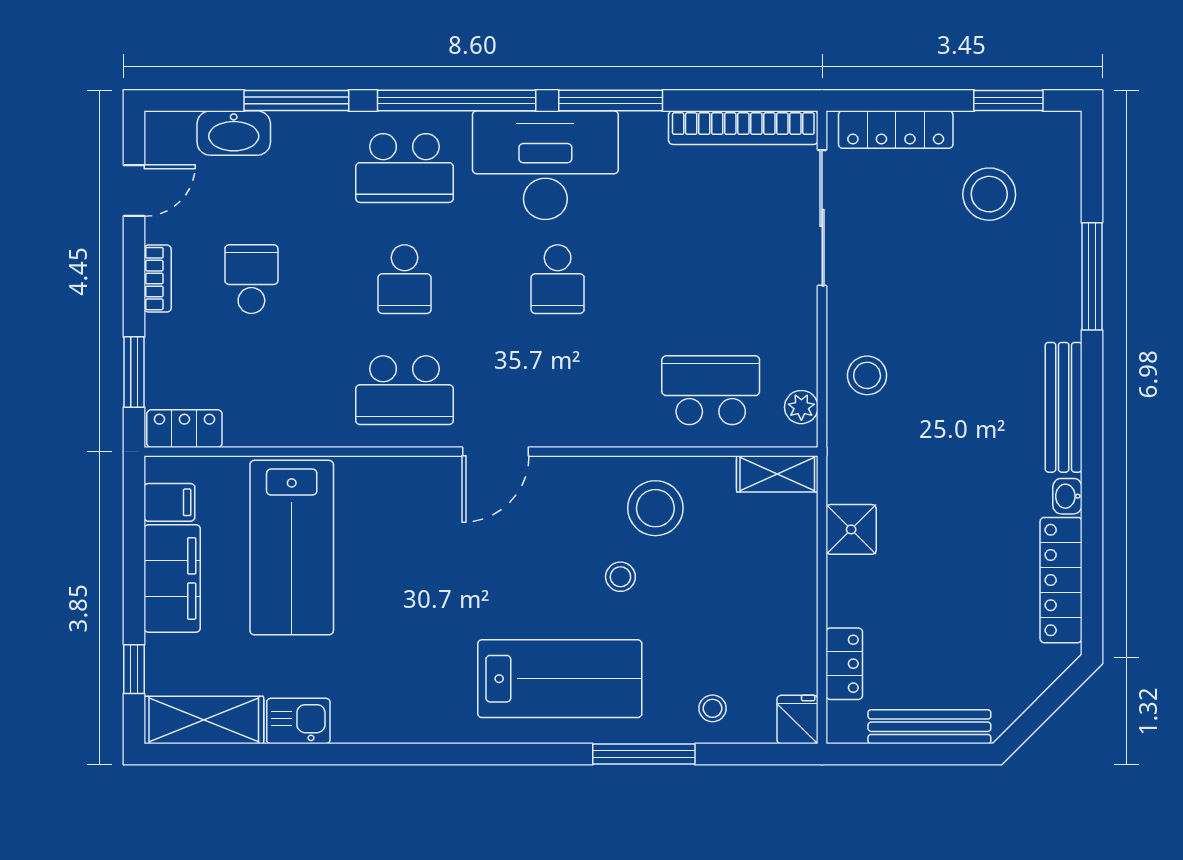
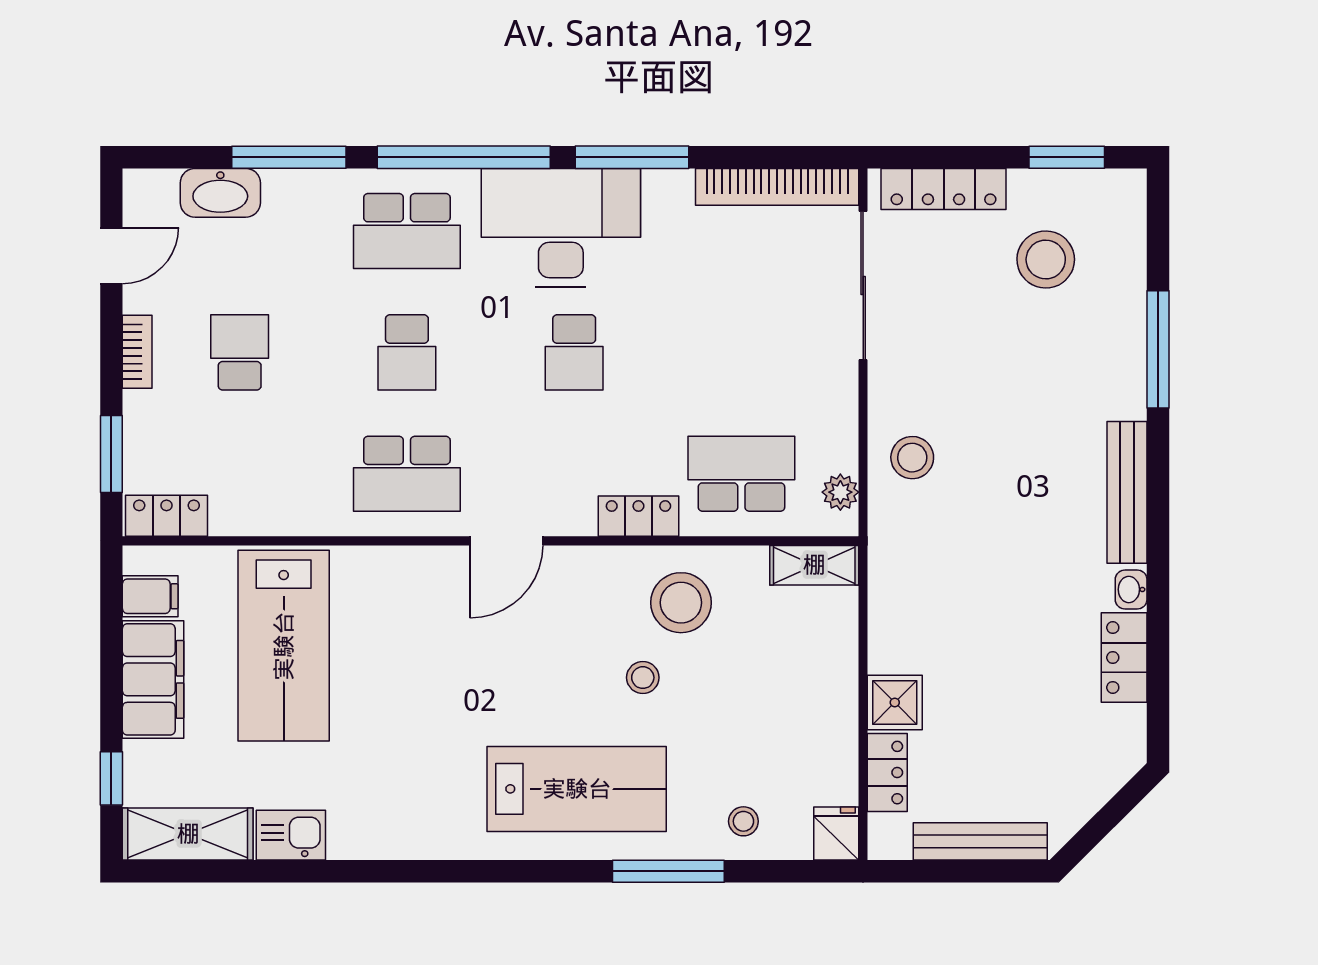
locker: (616, 429) -> (638, 516), added
shower: (851, 529) -> (895, 702), moved
locker: (1061, 580) -> (1124, 657), width x0.66

